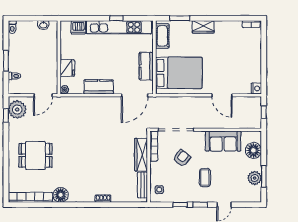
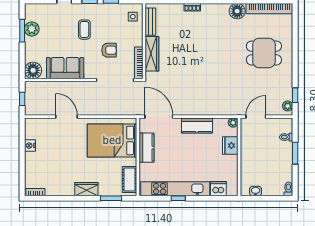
nightstand: (256, 88) -> (30, 146), moved
door: (135, 95) -> (159, 117), hinge flipped
plant: (17, 110) -> (288, 106), width x0.53, depth x0.53
floor lamp: (253, 150) -> (33, 70), moved
armchair: (182, 158) -> (109, 50), turned -129

